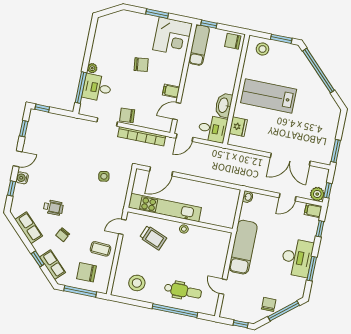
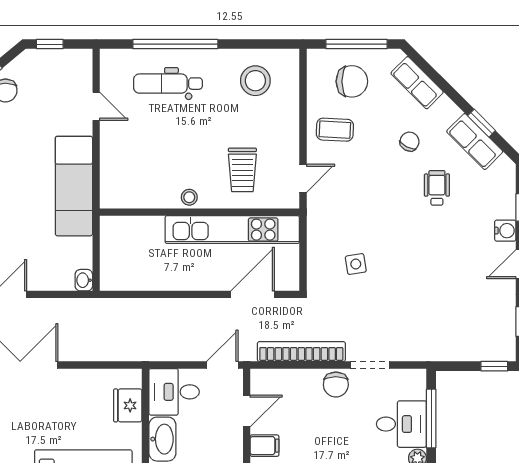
chair: (127, 115) -> (336, 385), turned 94
wheelchair: (53, 208) -> (437, 188), turned 90
trolley: (153, 238) -> (242, 170), turned -112
window: (38, 259) -> (482, 123), moved

